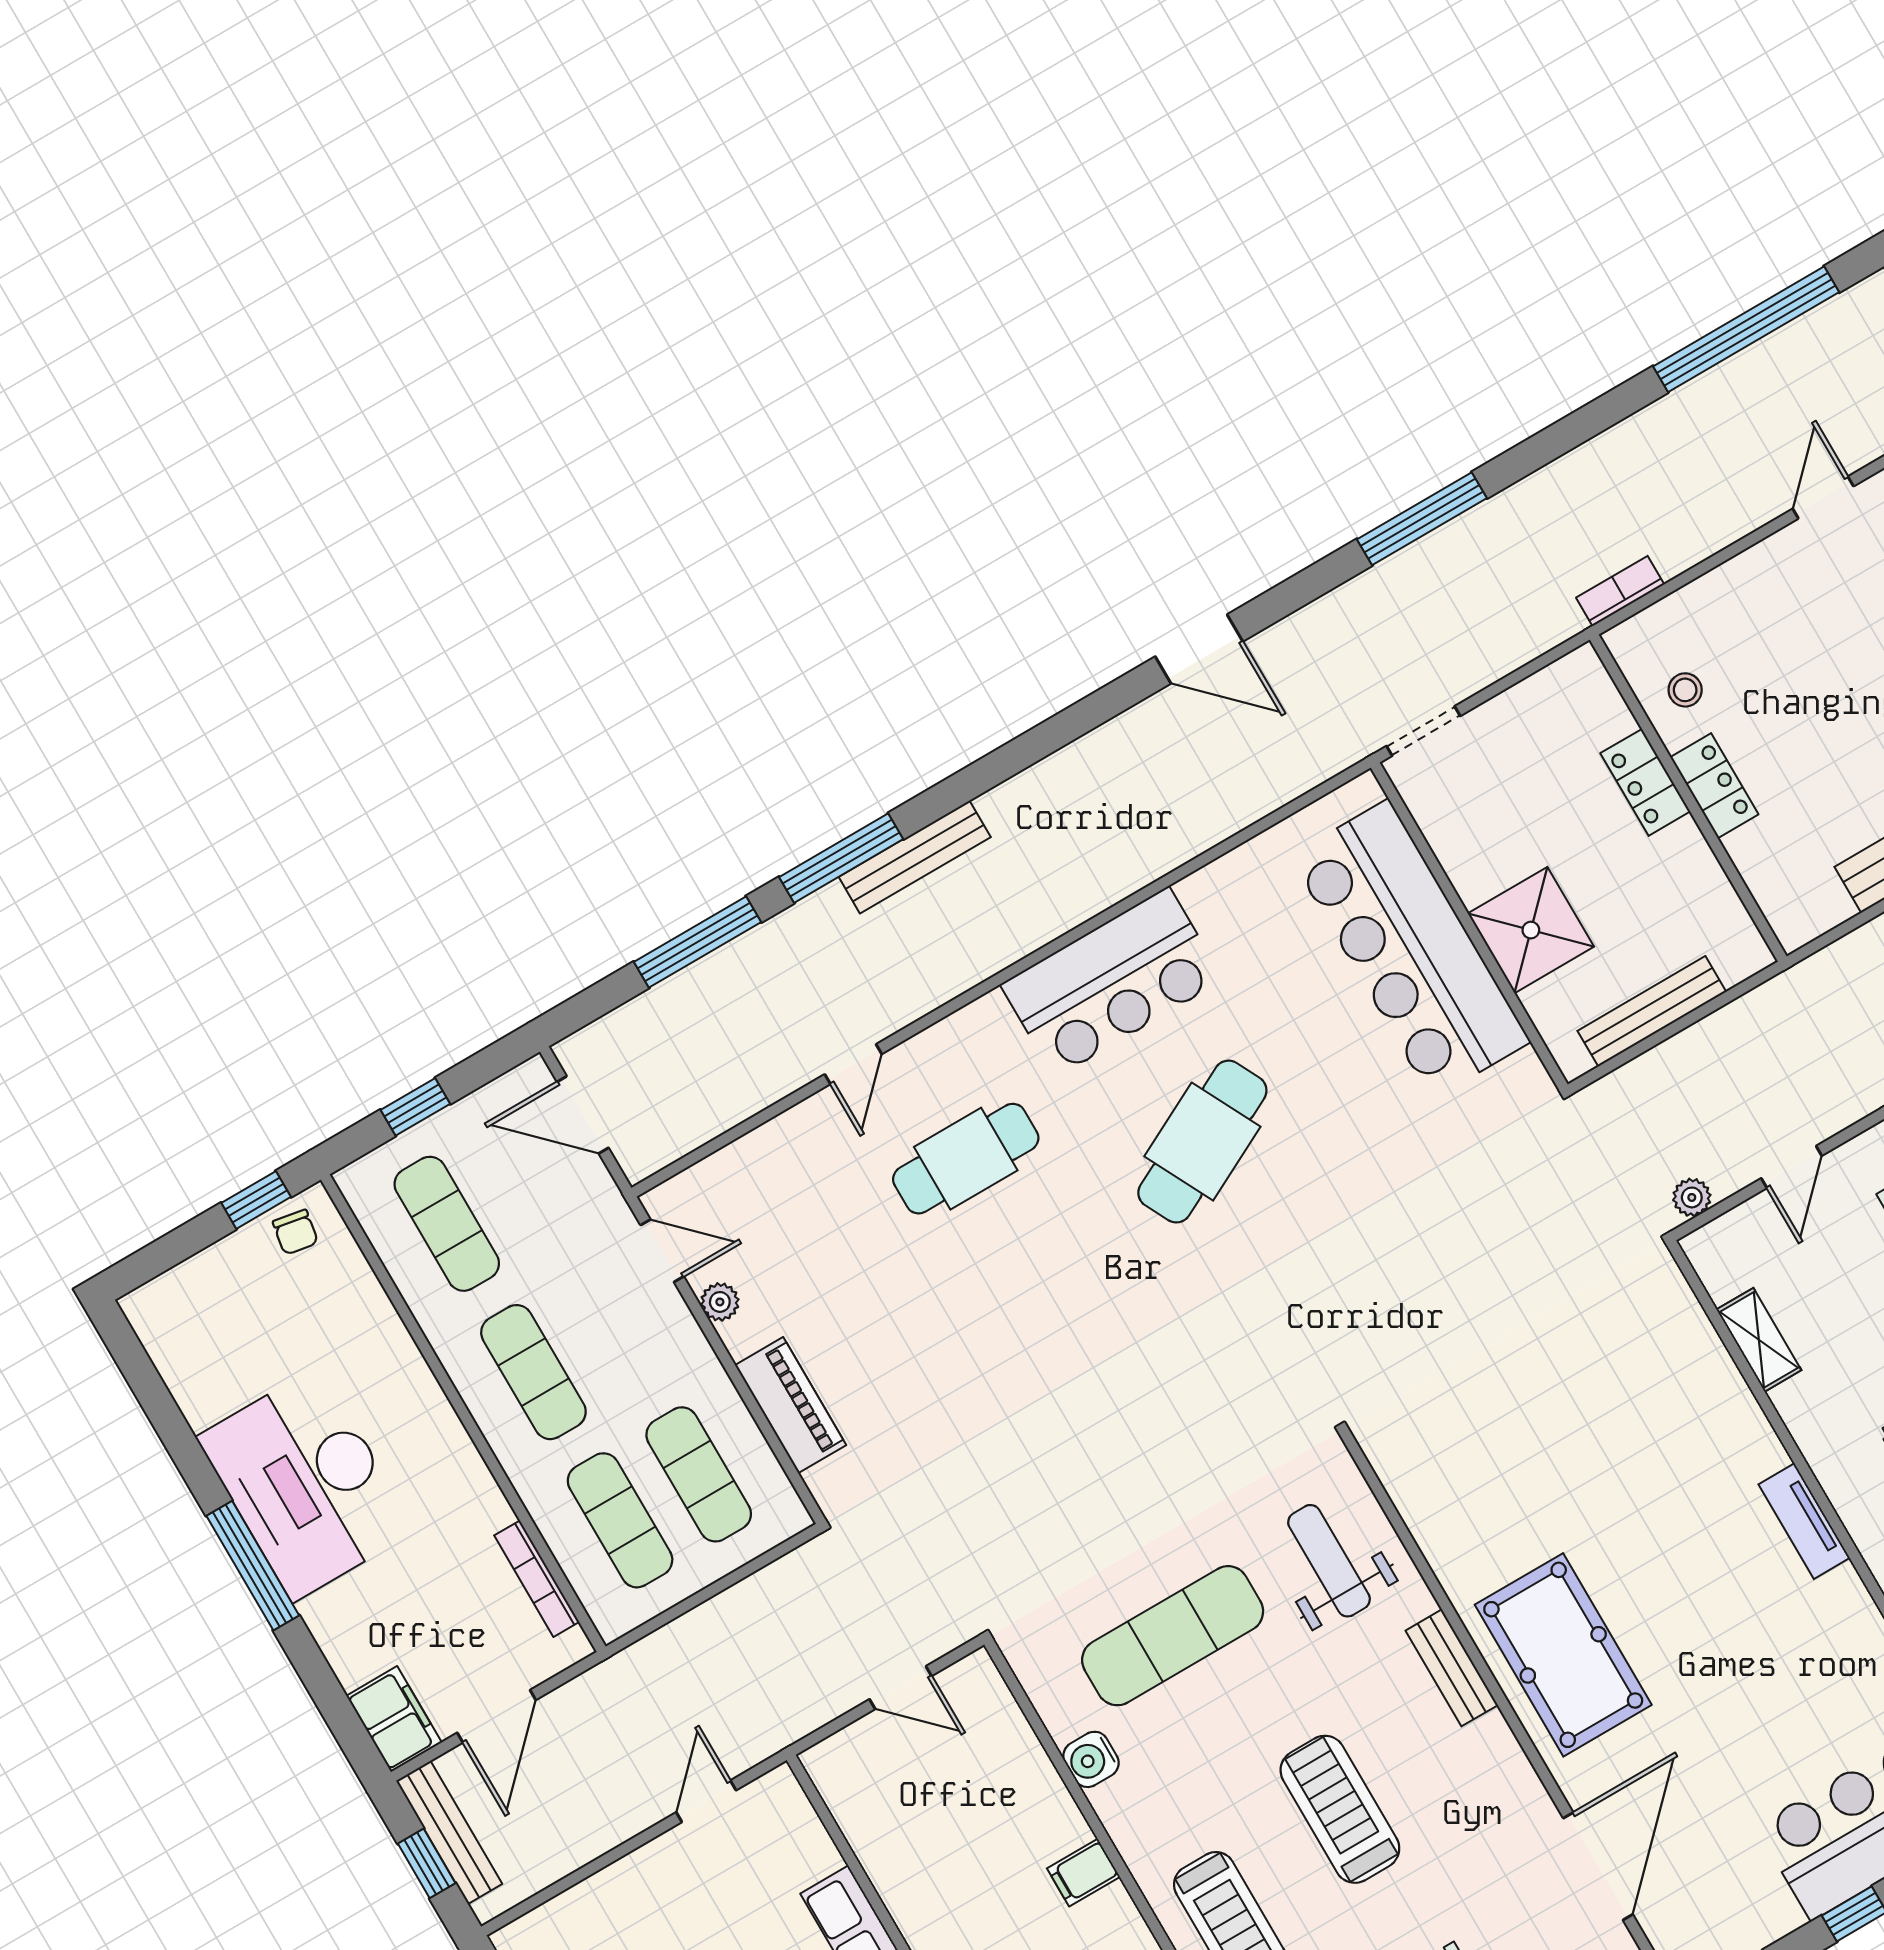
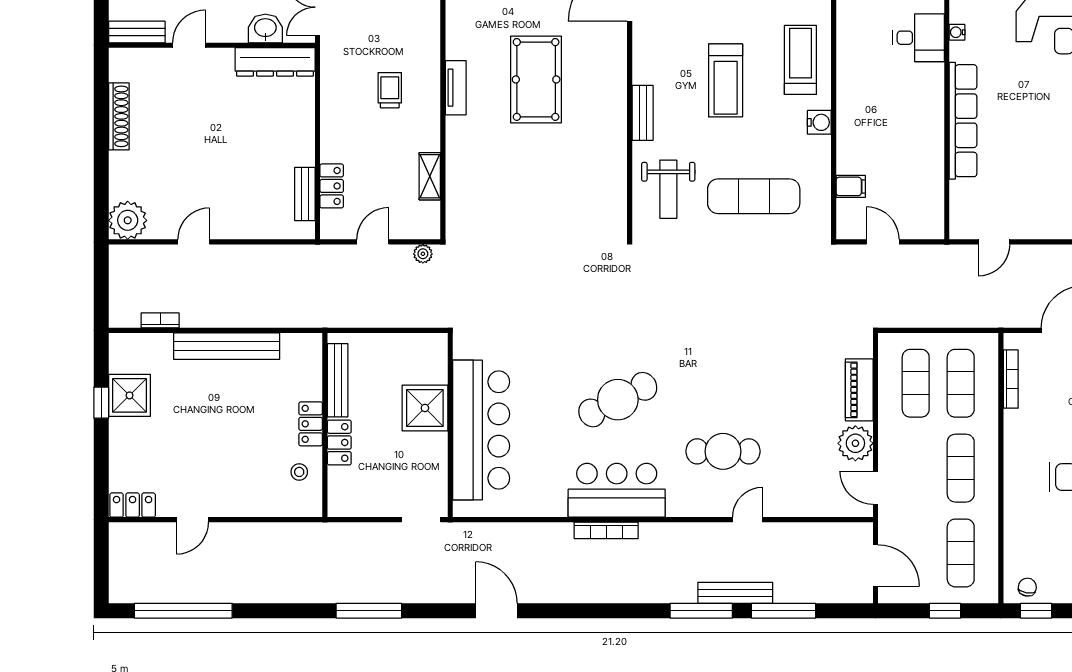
bookcase: (1620, 591) -> (606, 530), moved, width x1.56
bench: (915, 857) -> (735, 593), moved
bench: (1652, 1011) -> (338, 380), moved, turned 90
plant: (720, 1302) -> (855, 443), width x1.88, depth x1.88
pool table: (1563, 1655) -> (536, 79), moved
water cooler: (1091, 1759) -> (819, 122), moved
filing cabinet: (1084, 1873) -> (851, 186), moved

